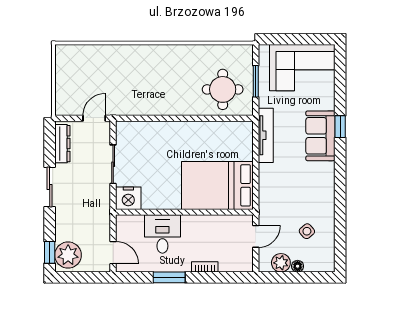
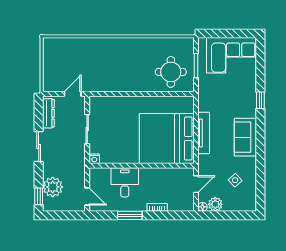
tv unit: (266, 135) -> (204, 133), moved
sofa: (320, 136) -> (245, 137), moved
bed: (217, 185) -> (167, 139), width x1.36
nightstand: (128, 198) -> (94, 159), width x0.53, depth x0.56
plant: (68, 255) -> (53, 187), moved
floor lamp: (298, 266) -> (203, 207), moved

